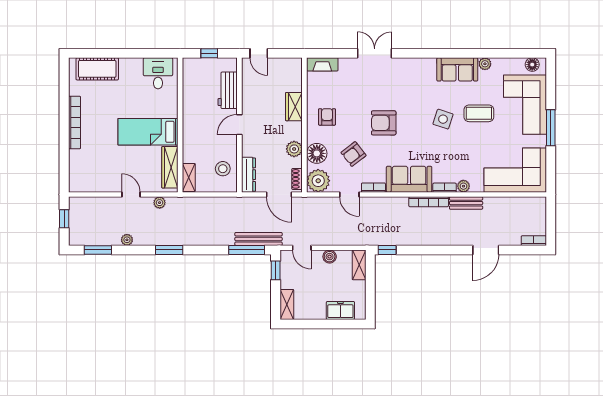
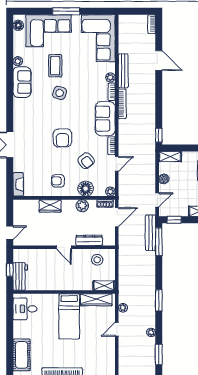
workbench: (228, 90) -> (20, 276), moved, turned -90
dresser: (248, 175) -> (89, 240), moved
plant: (318, 181) -> (110, 192), width x0.53, depth x0.53
bench: (466, 203) -> (123, 71), width x1.36

